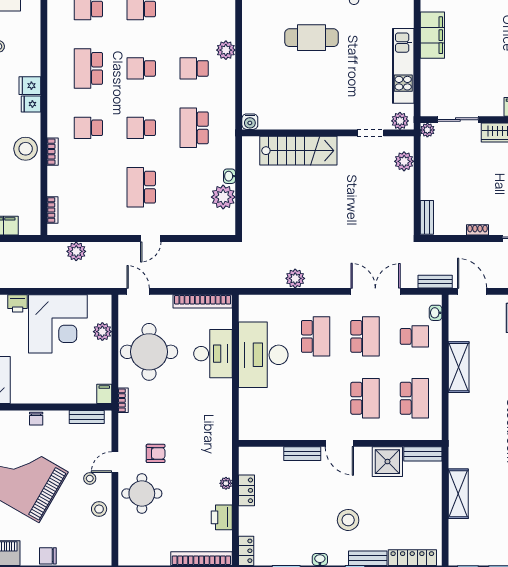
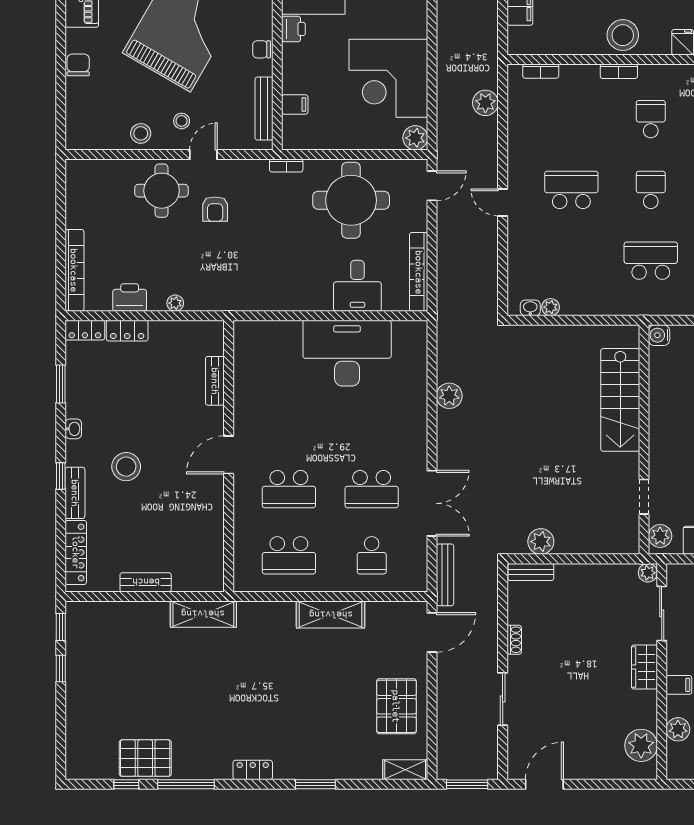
plant: (404, 161) -> (541, 542), moved
washbasin: (229, 176) -> (530, 308), moved
plant: (223, 197) -> (551, 307), width x0.53, depth x0.53
bench: (435, 282) -> (445, 575), width x1.36
printer: (18, 303) -> (293, 29), moved, turned 180
washbasin: (436, 313) -> (403, 584), removed
plant: (102, 332) -> (415, 138), moved
school desk: (316, 336) -> (372, 423), removed
desk: (213, 354) -> (357, 286), width x0.73
filing cabinet: (104, 394) -> (295, 104), moved
bench: (87, 417) -> (264, 109), width x1.36
bench: (302, 454) -> (215, 381), moved
bench: (423, 454) -> (146, 582), moved, turned 90
door: (115, 462) -> (203, 155), hinge flipped
shower: (387, 462) -> (204, 519), removed
locker: (247, 490) -> (127, 331), moved
shelving: (458, 494) -> (203, 614), moved

